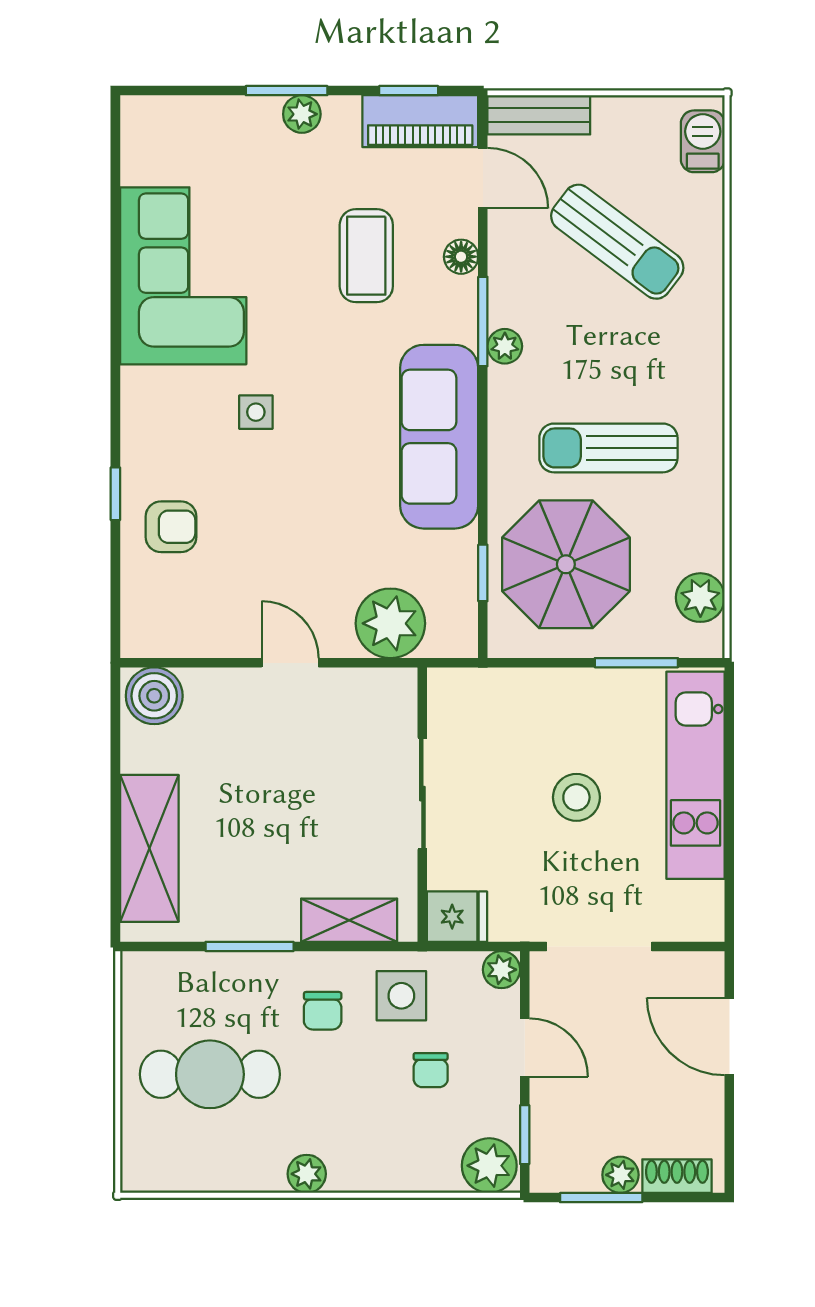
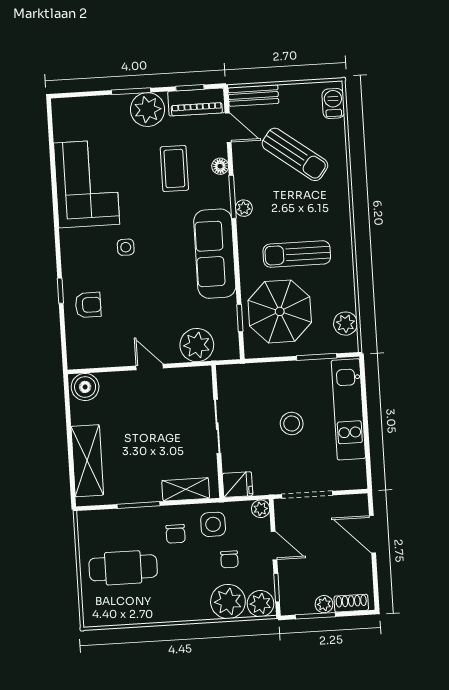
plant: (302, 114) -> (148, 110), width x1.88, depth x1.88
plant: (307, 1174) -> (228, 602), moved, width x1.88, depth x1.88

